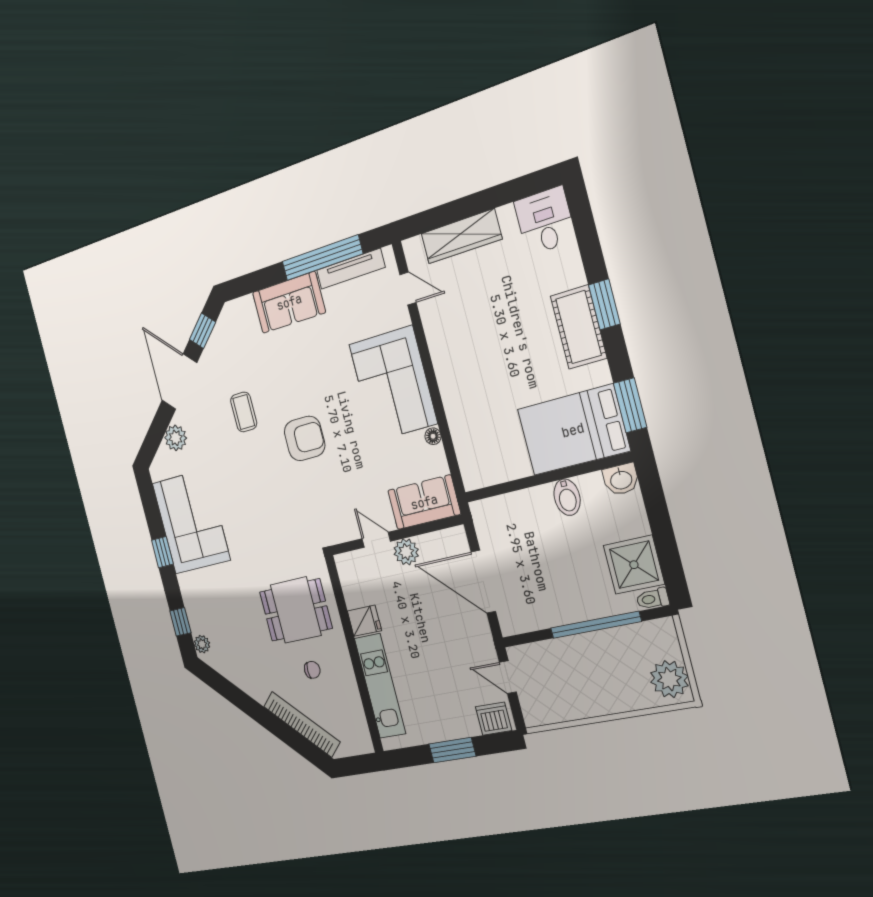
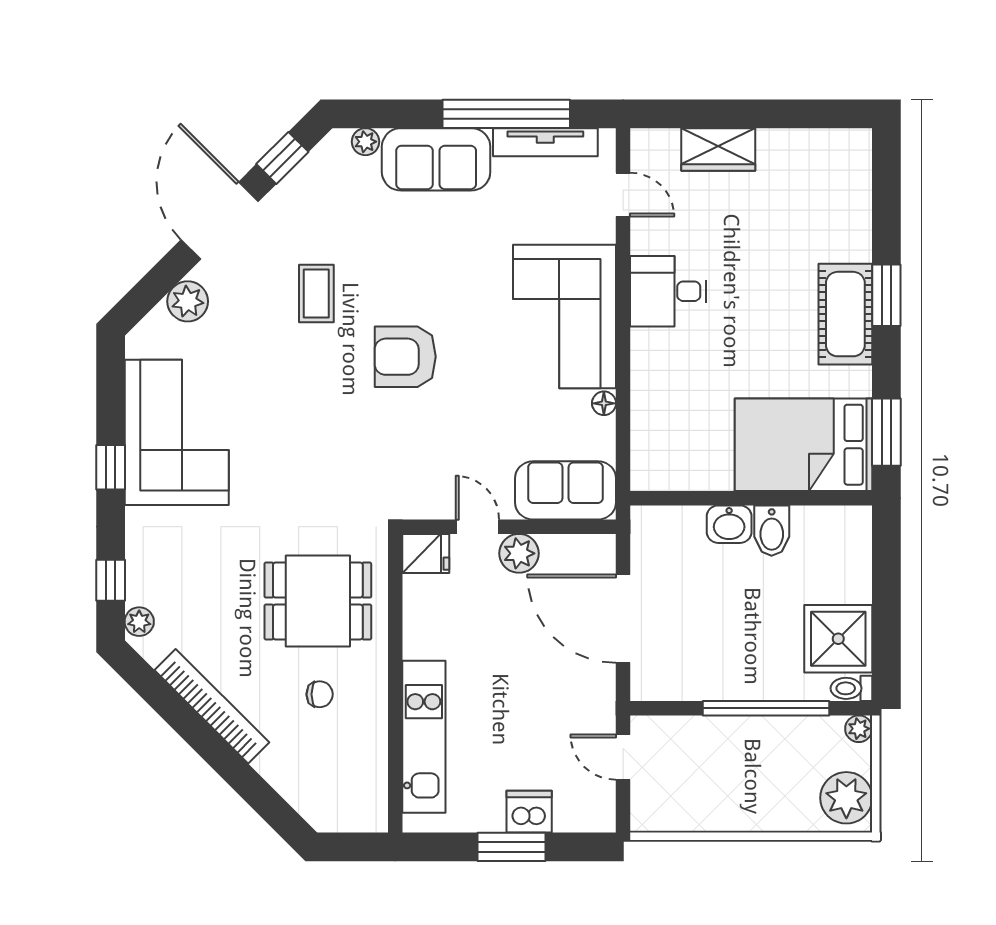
desk: (545, 221) -> (668, 291), moved, turned -90
wardrobe: (461, 236) -> (718, 149), width x0.67
plant: (246, 305) -> (365, 142), added
armchair: (305, 438) -> (405, 357), turned 180
washbasin: (621, 479) -> (729, 524), moved
fridge: (364, 621) -> (426, 553), moved
plant: (666, 627) -> (859, 729), added
dishwasher: (494, 719) -> (529, 812), moved
bookcase: (302, 724) -> (212, 706), moved

